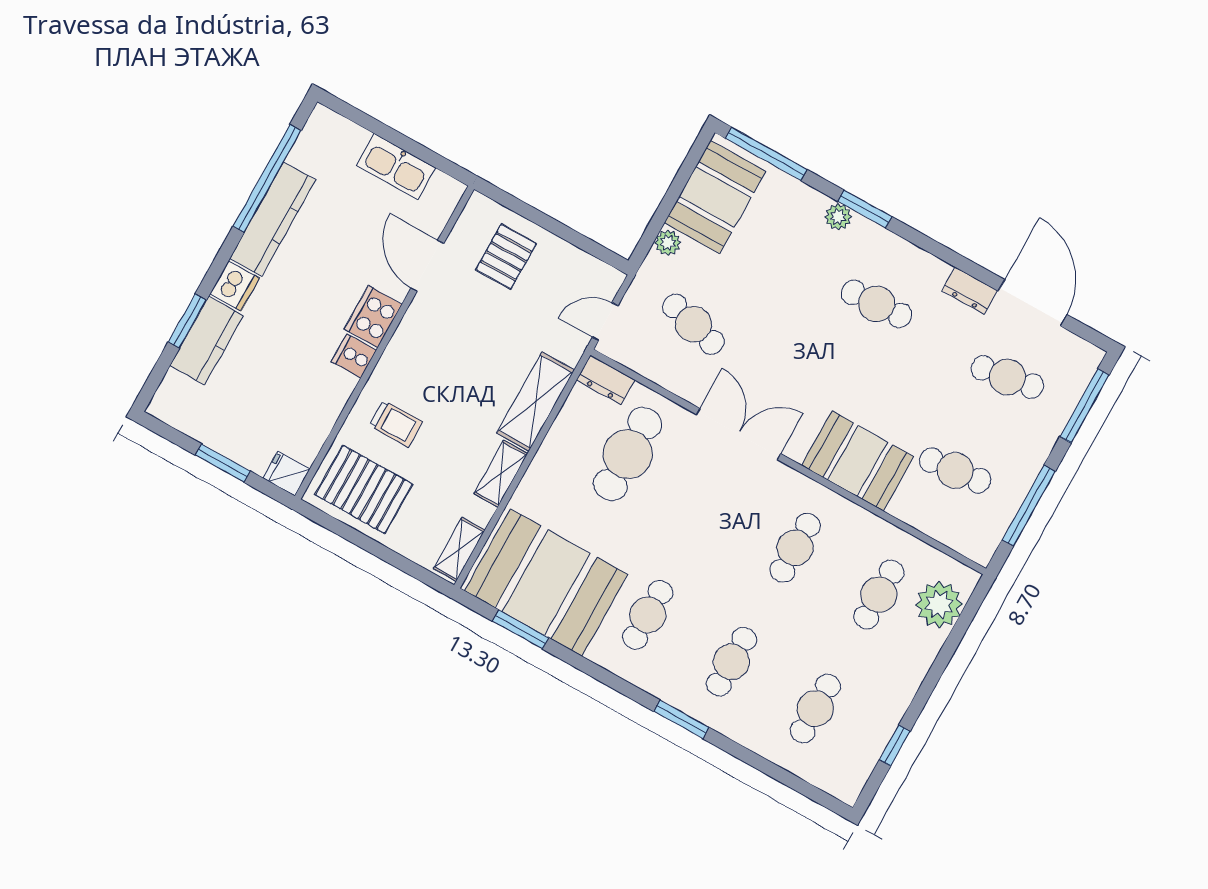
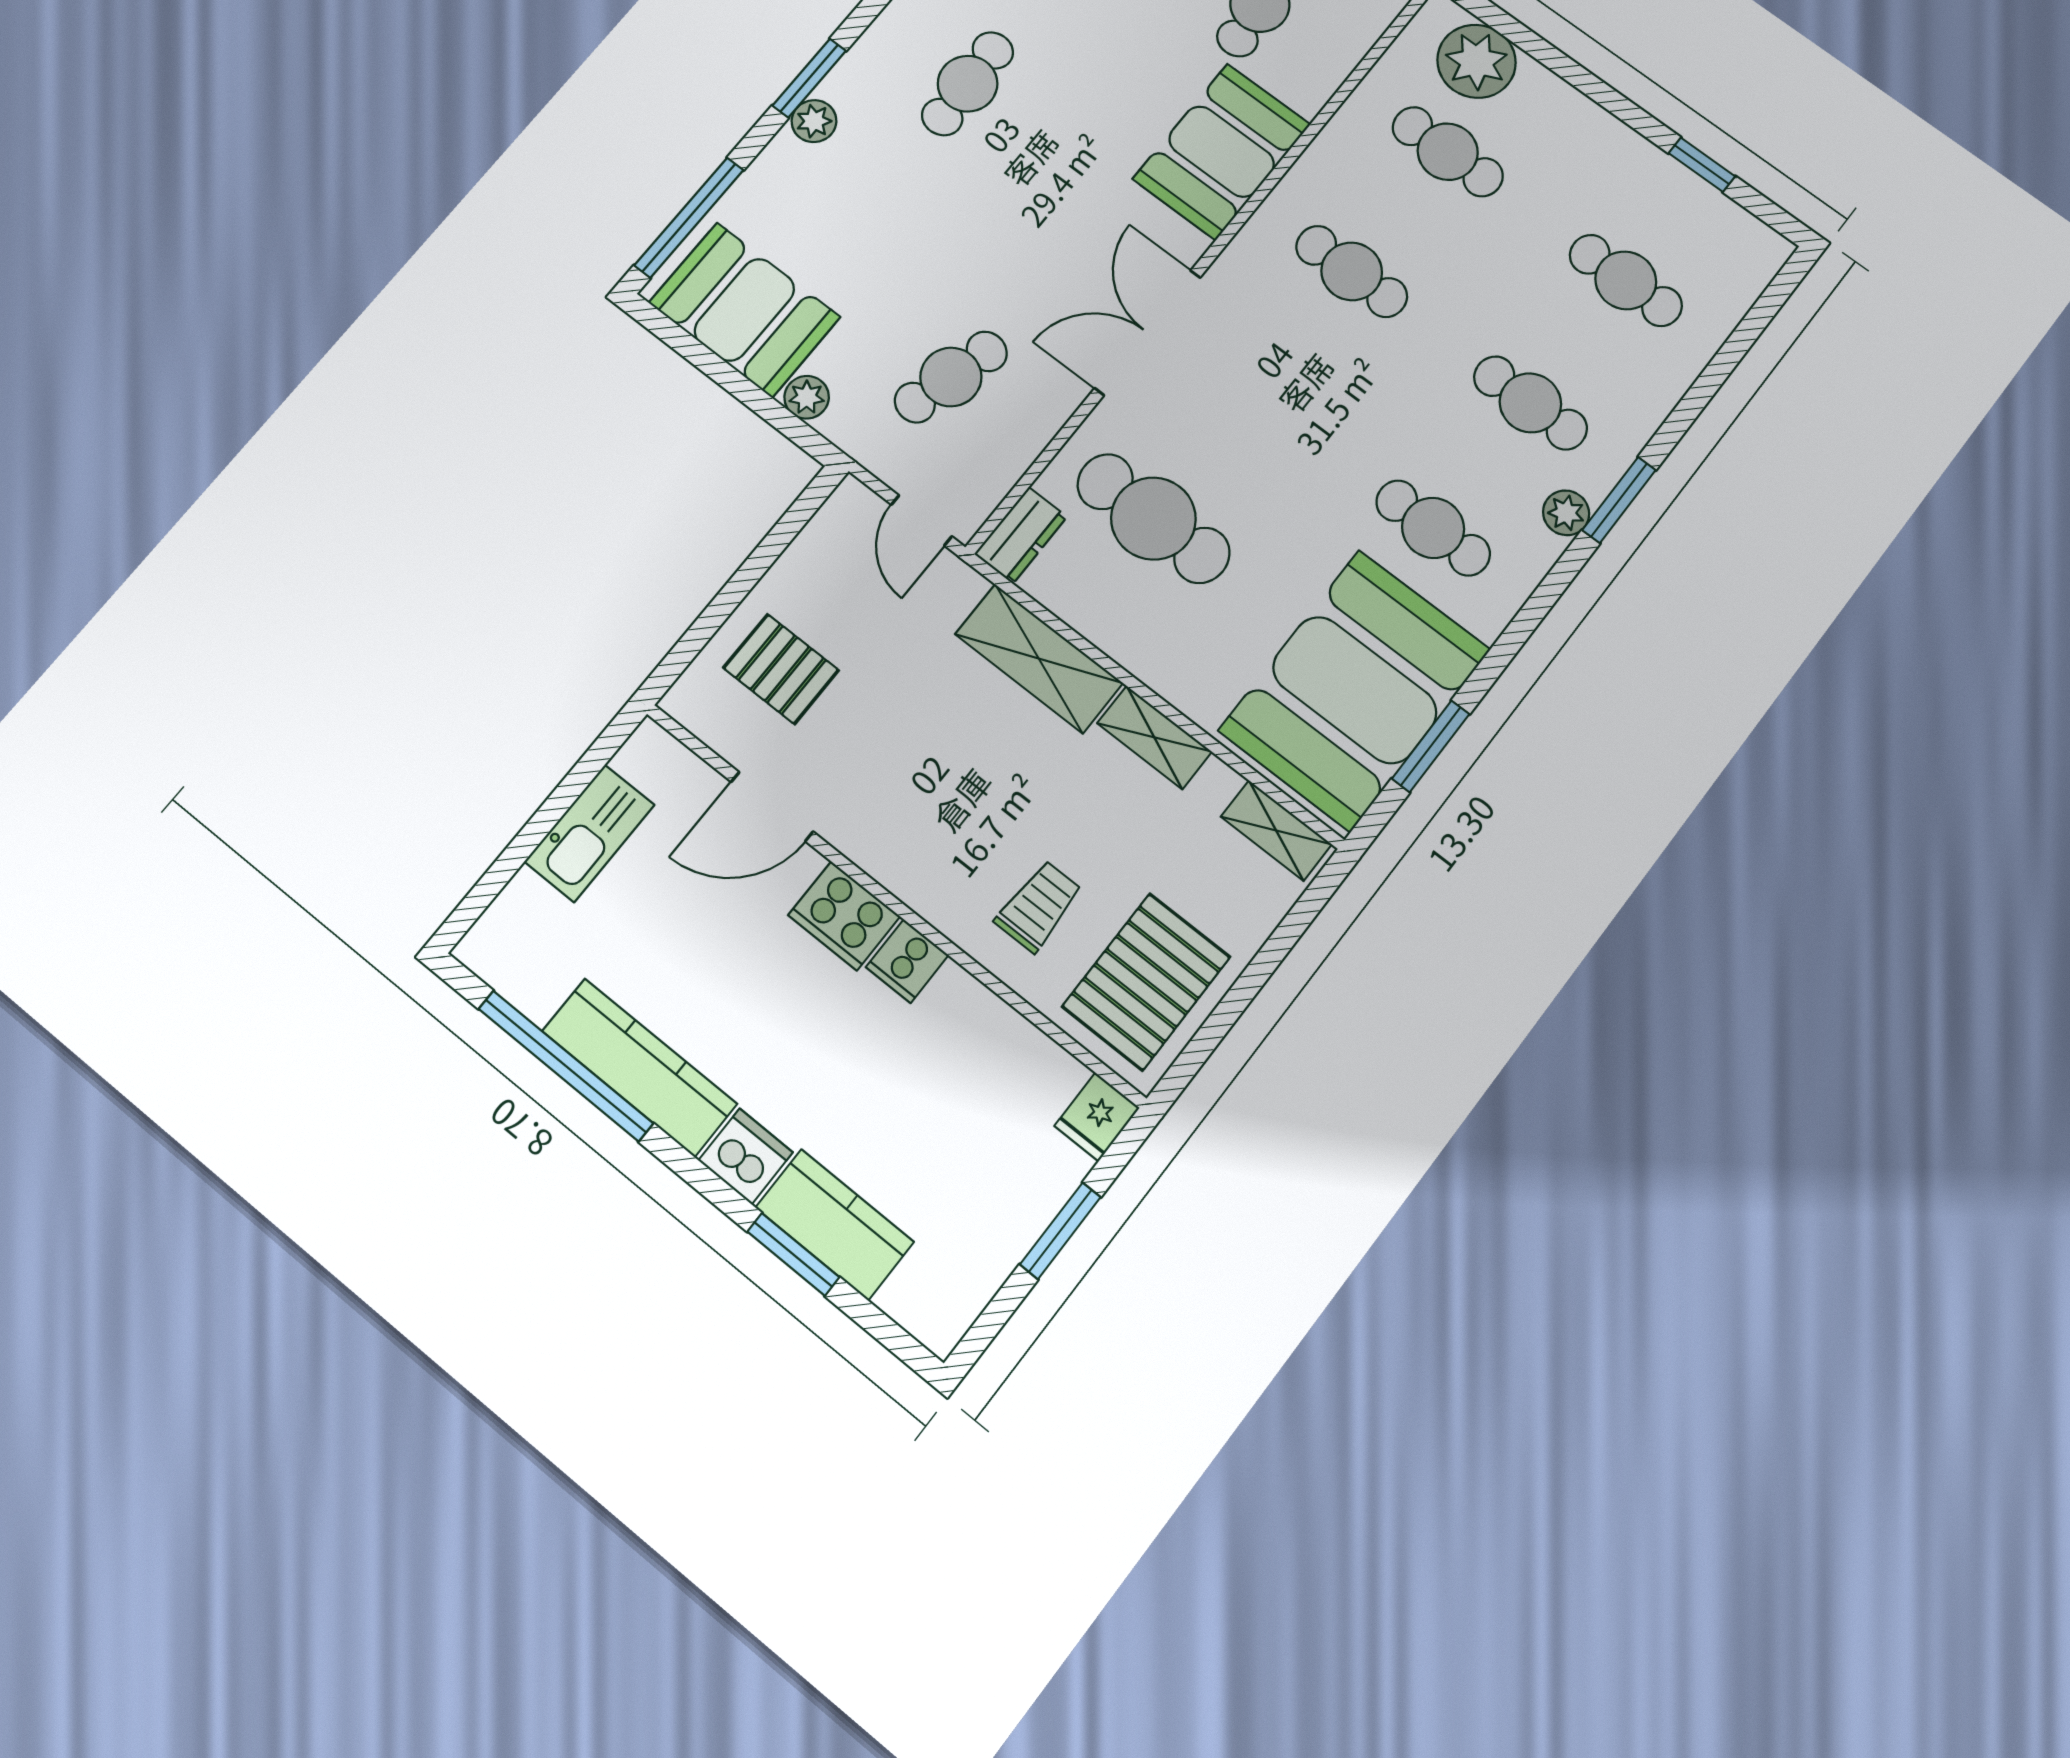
plant: (669, 690) -> (1566, 513), added

